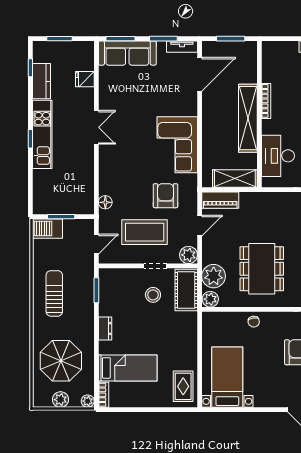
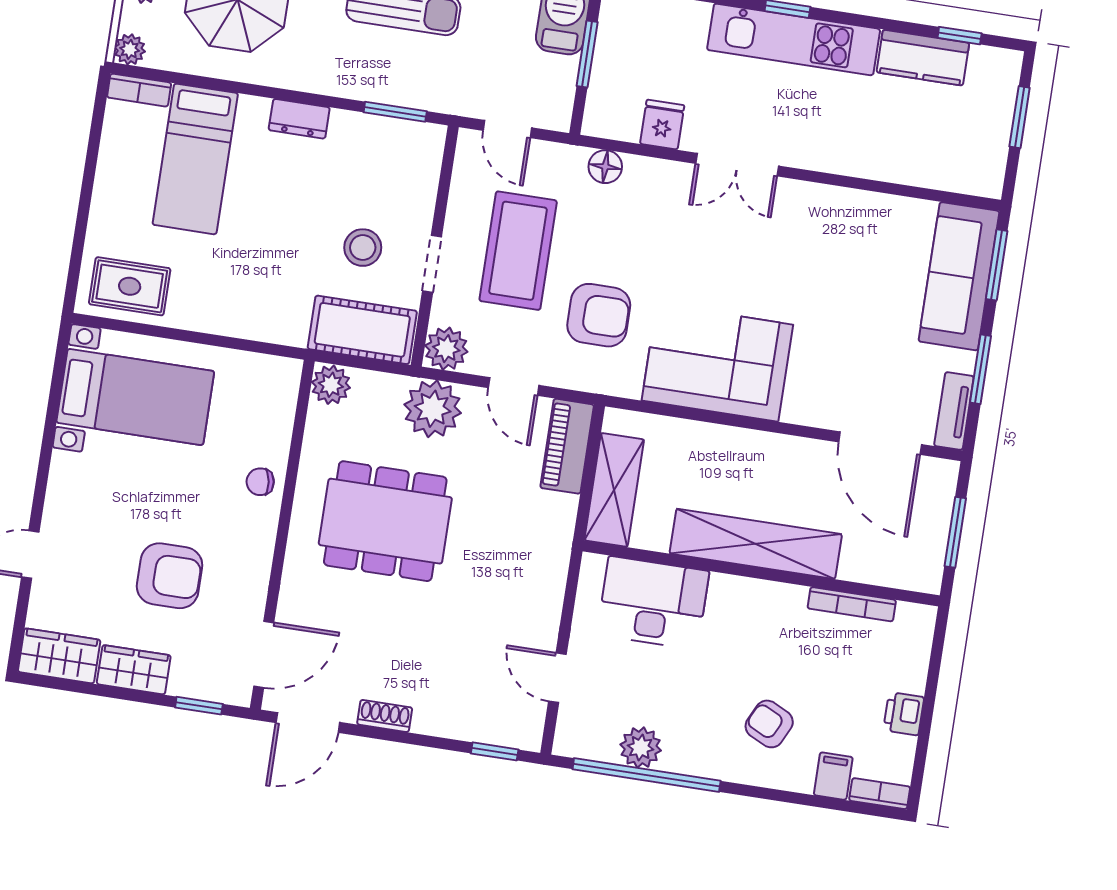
fridge: (85, 79) -> (662, 125), moved
bookcase: (266, 101) -> (852, 604), moved
double door: (96, 127) -> (737, 165), moved
plant: (214, 276) -> (433, 409), moved

